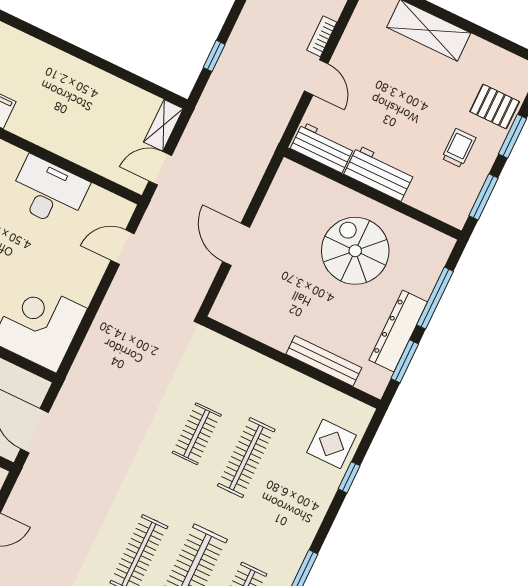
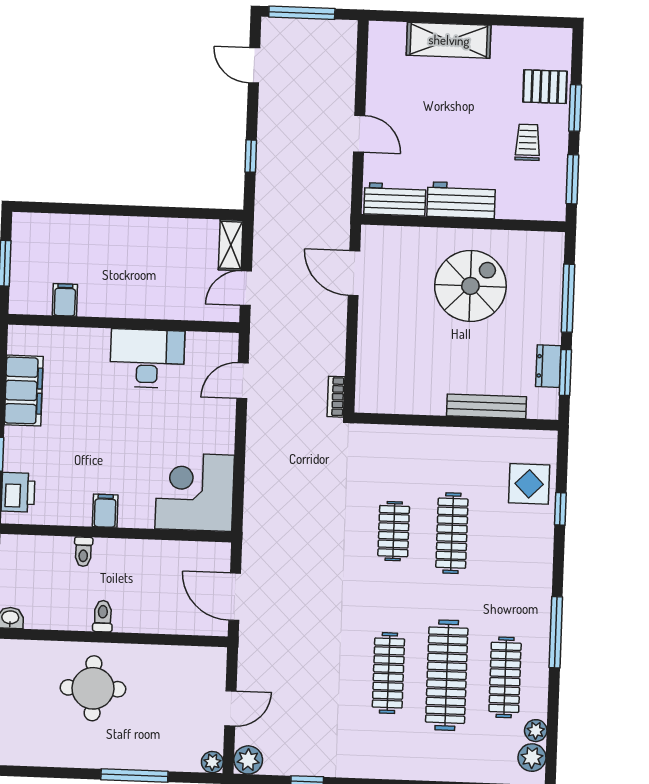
bookcase: (322, 36) -> (336, 397), moved
door: (236, 244) -> (354, 273), moved
spiral stairs: (355, 251) -> (470, 286), turned 90
dresser: (398, 331) -> (548, 366), width x0.51, depth x0.80

